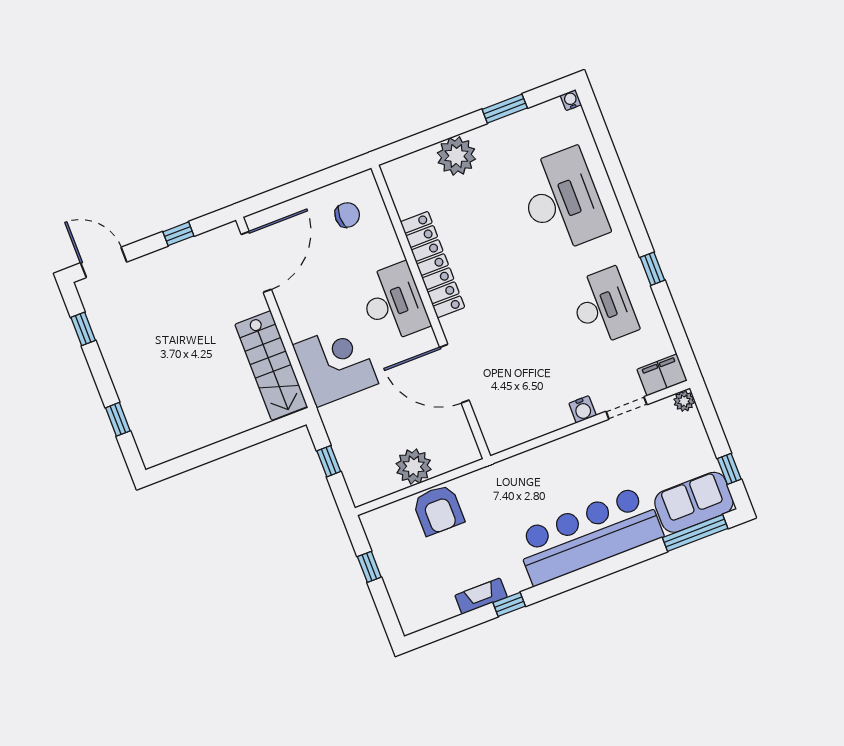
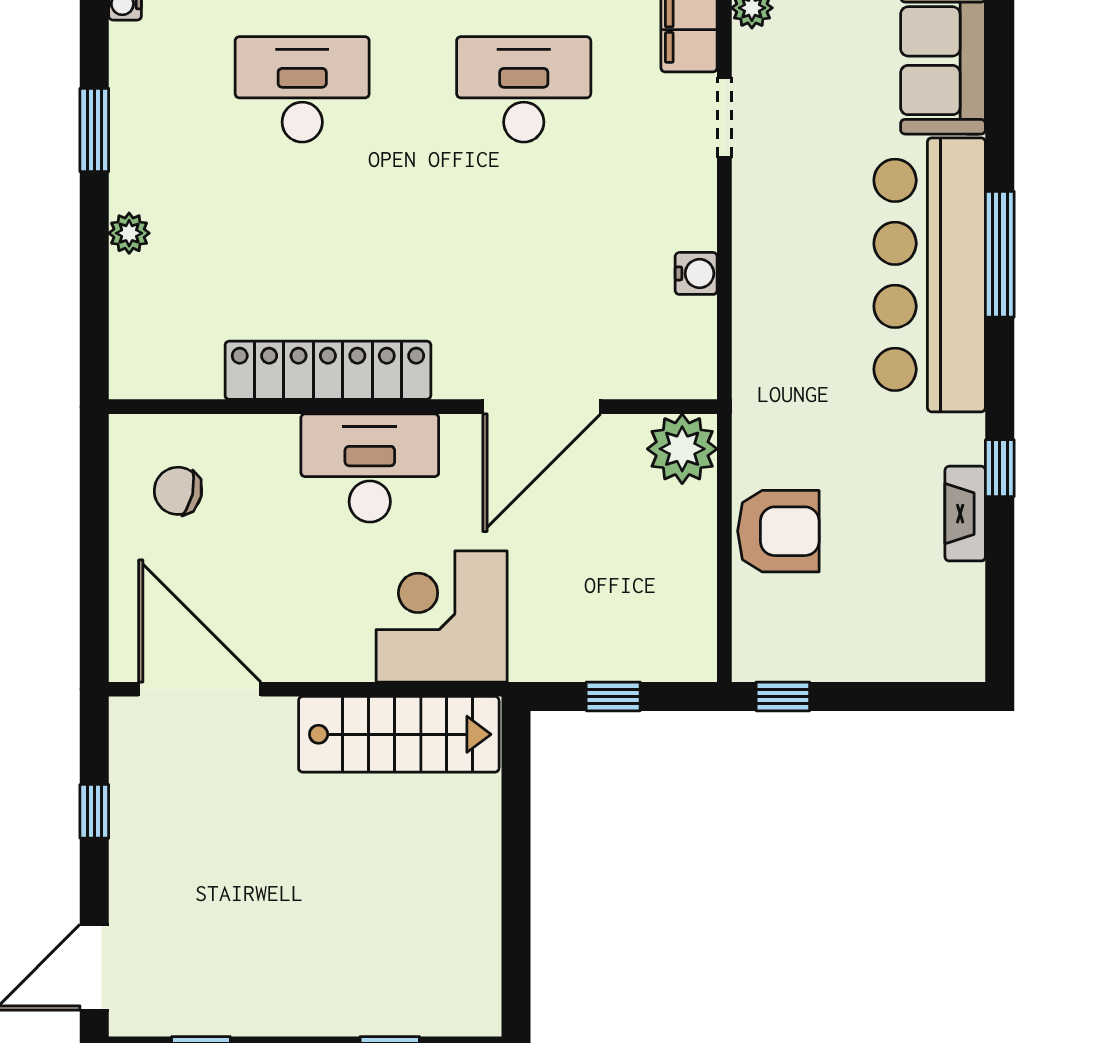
plant: (456, 156) -> (129, 233), width x0.53, depth x0.53
desk: (562, 201) -> (302, 89), width x0.73, depth x0.77
chair: (347, 215) -> (178, 491), turned -77
water cooler: (583, 409) -> (696, 273), moved
plant: (414, 467) -> (682, 449), moved
window: (695, 533) -> (1000, 254), moved
window: (369, 567) -> (783, 696), moved

